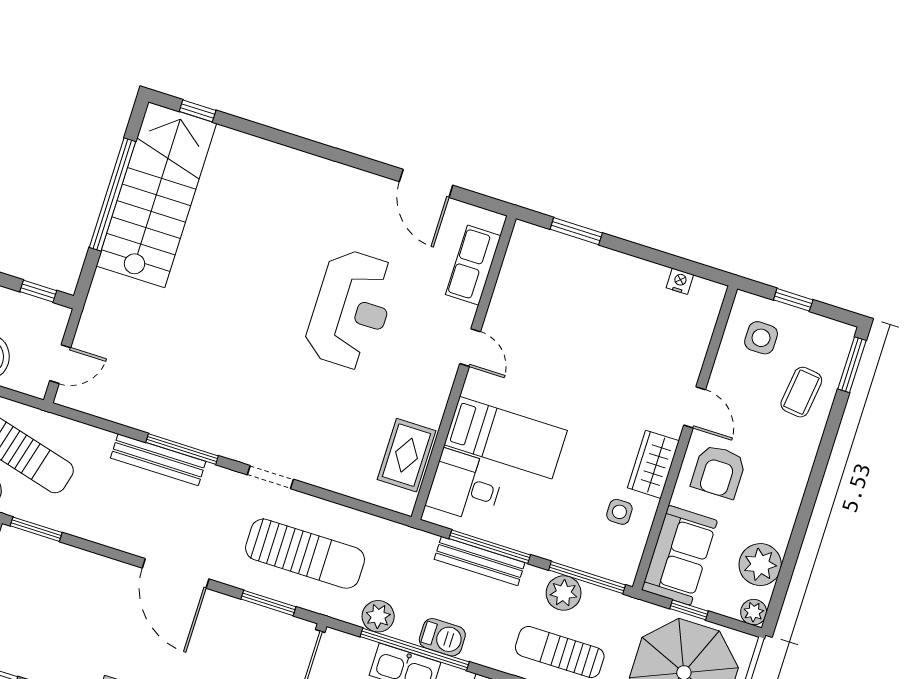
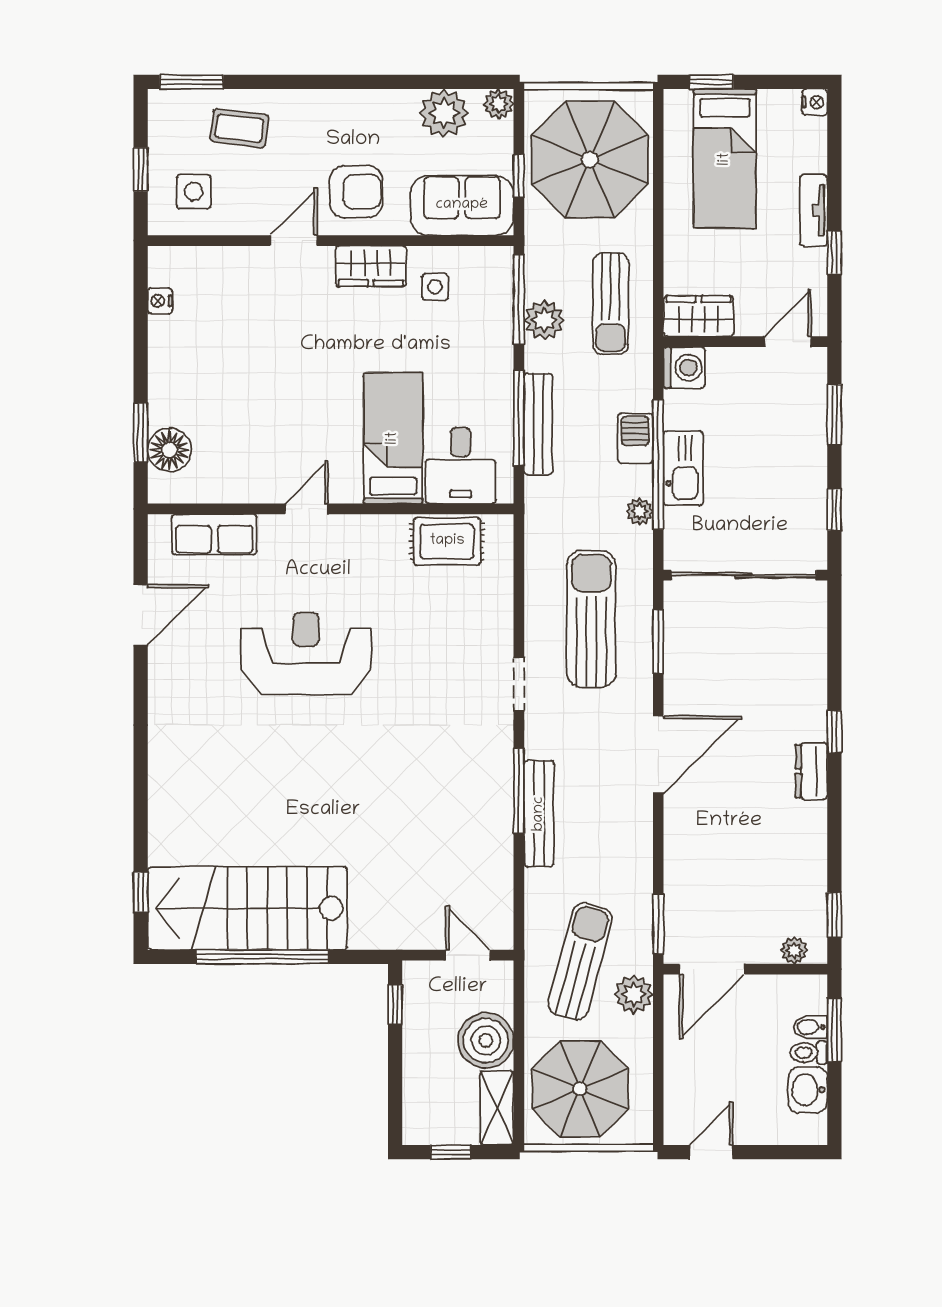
floor lamp: (554, 250) -> (169, 450), added
plant: (378, 616) -> (640, 511), width x0.73, depth x0.73

